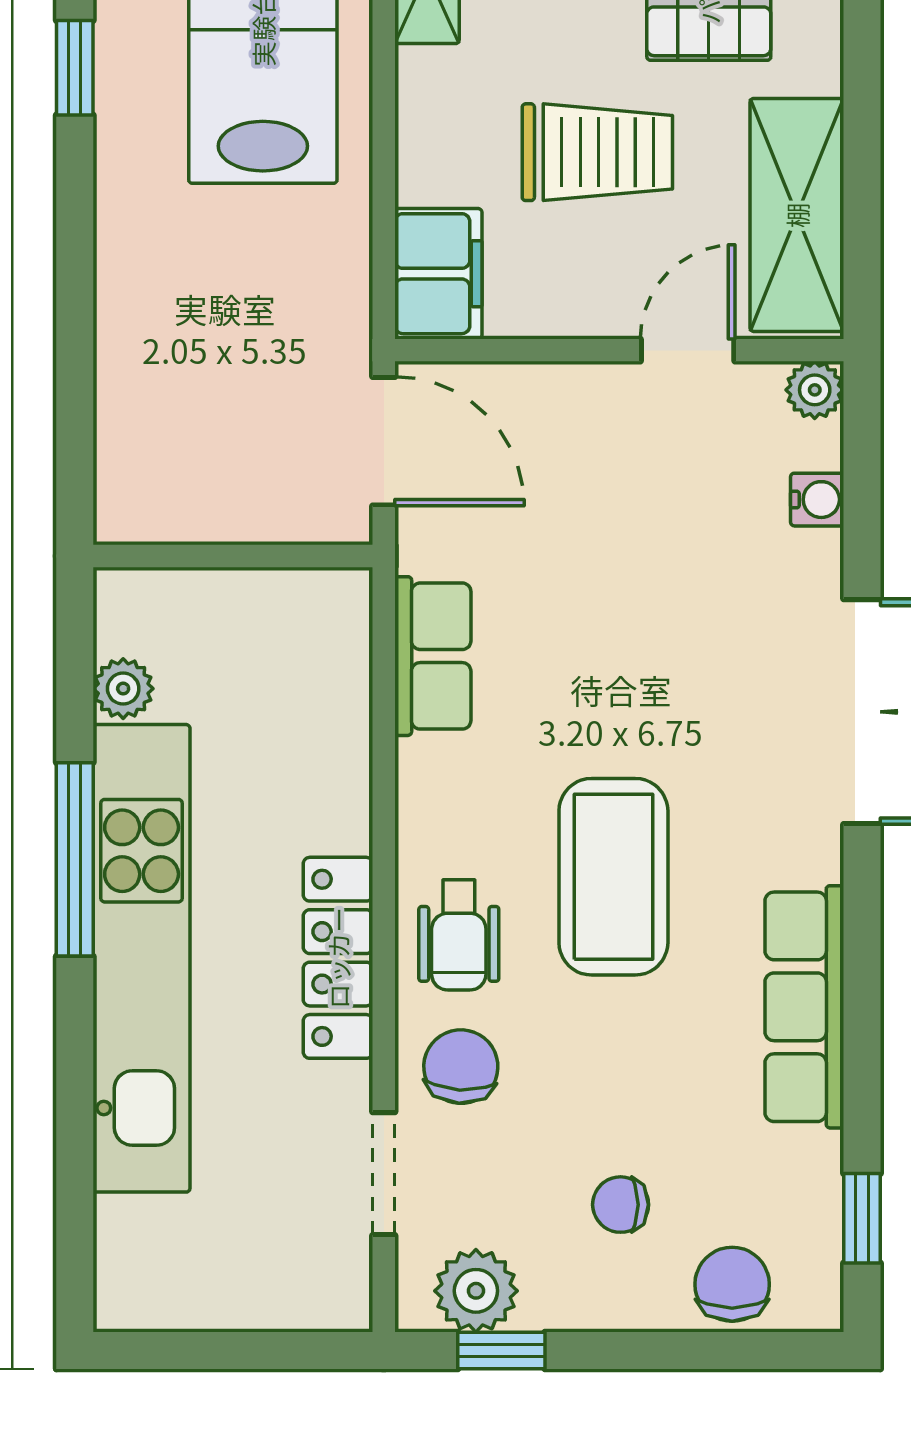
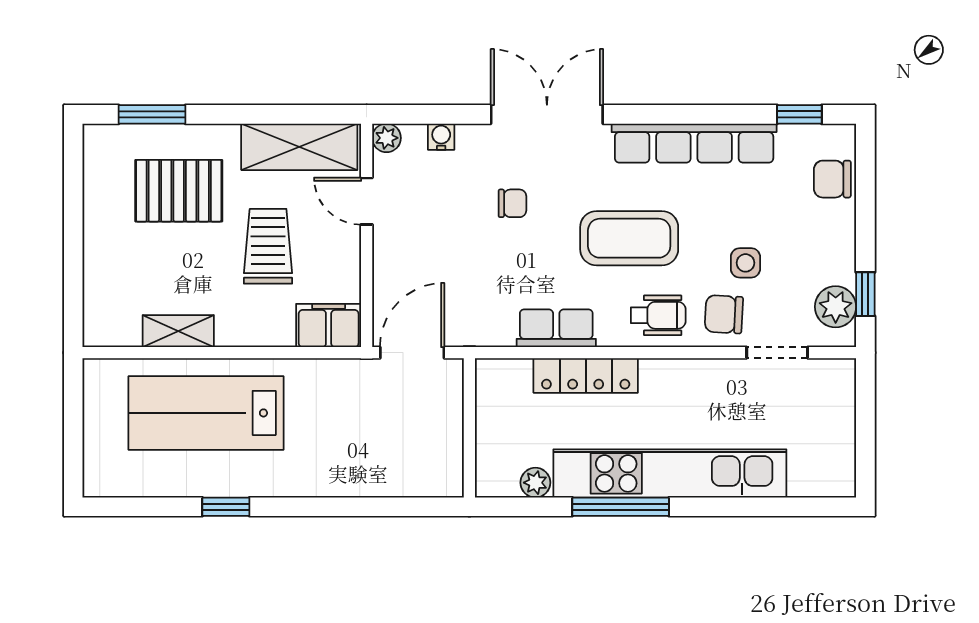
row of seats: (433, 656) -> (556, 328), moved
locker: (338, 958) -> (586, 376), moved
row of seats: (804, 1007) -> (694, 143), width x1.36
side table: (564, 1110) -> (745, 263), added
chair: (621, 1205) -> (512, 203), moved, turned -90

